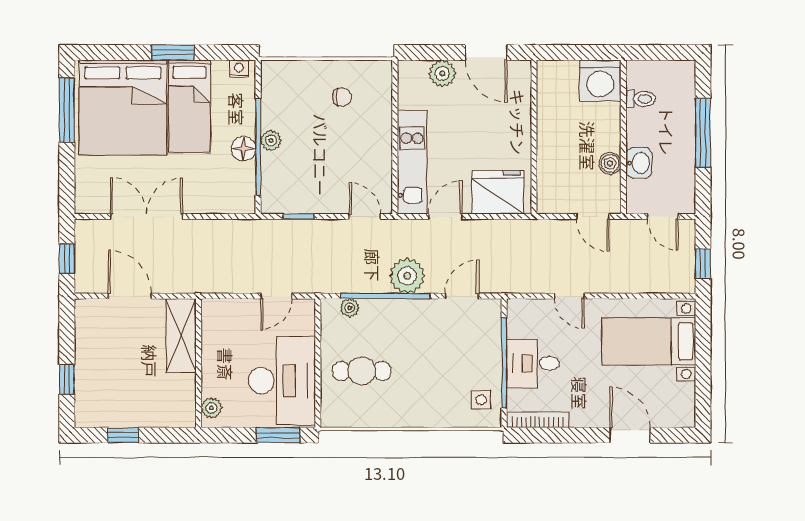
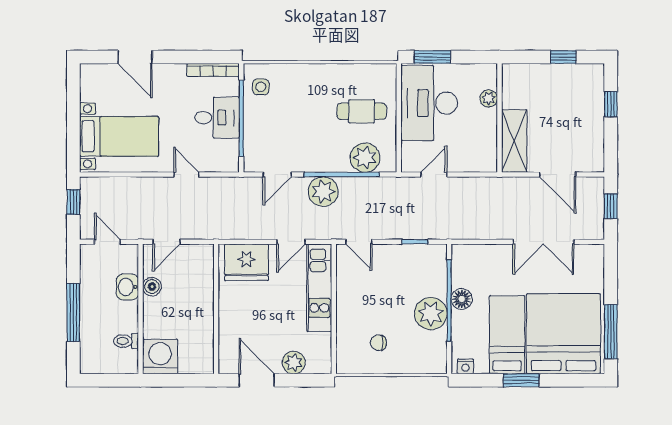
plant: (271, 140) -> (431, 314), width x1.88, depth x1.88
door: (593, 217) -> (166, 242), swing flipped
plant: (350, 308) -> (365, 158), width x1.88, depth x1.88
plant: (211, 408) -> (489, 98), moved

